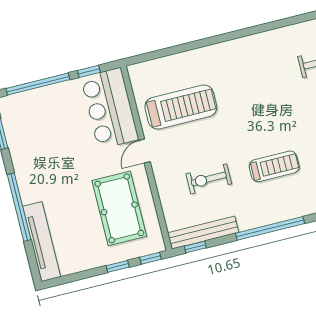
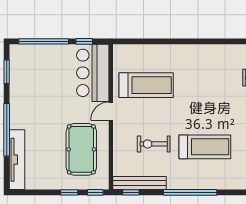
treadmill: (274, 166) -> (205, 147), width x1.37, depth x1.38

